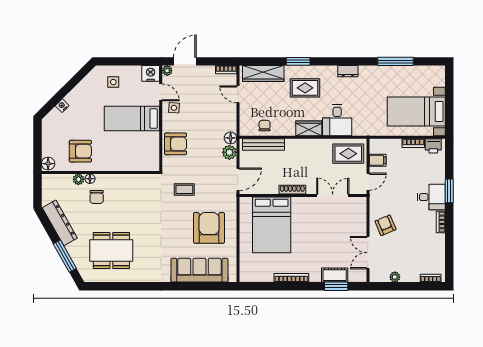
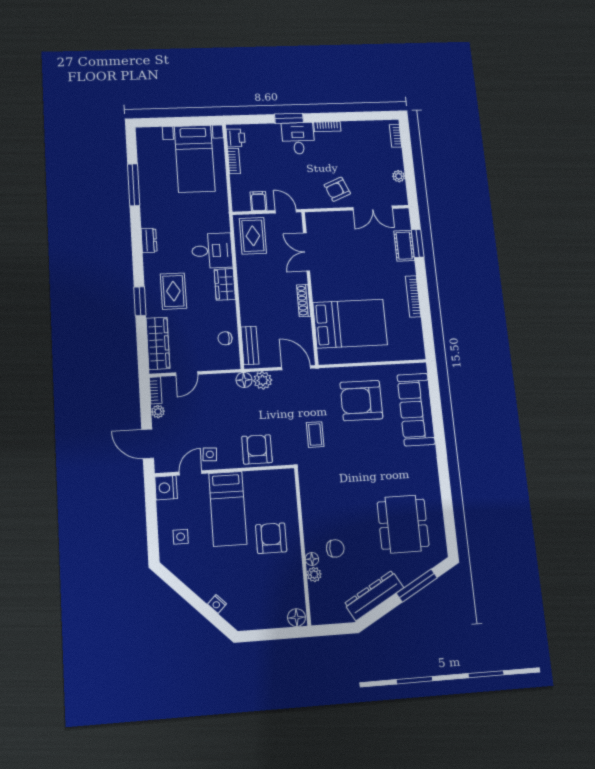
plant: (167, 71) -> (158, 412), moved
bench: (263, 144) -> (250, 345), width x0.73
armchair: (80, 151) -> (271, 538), moved

